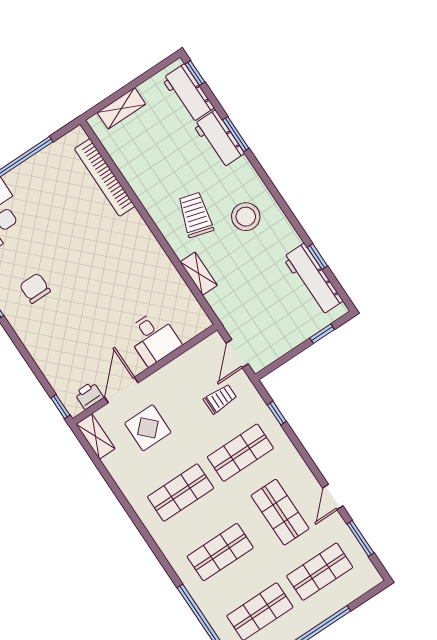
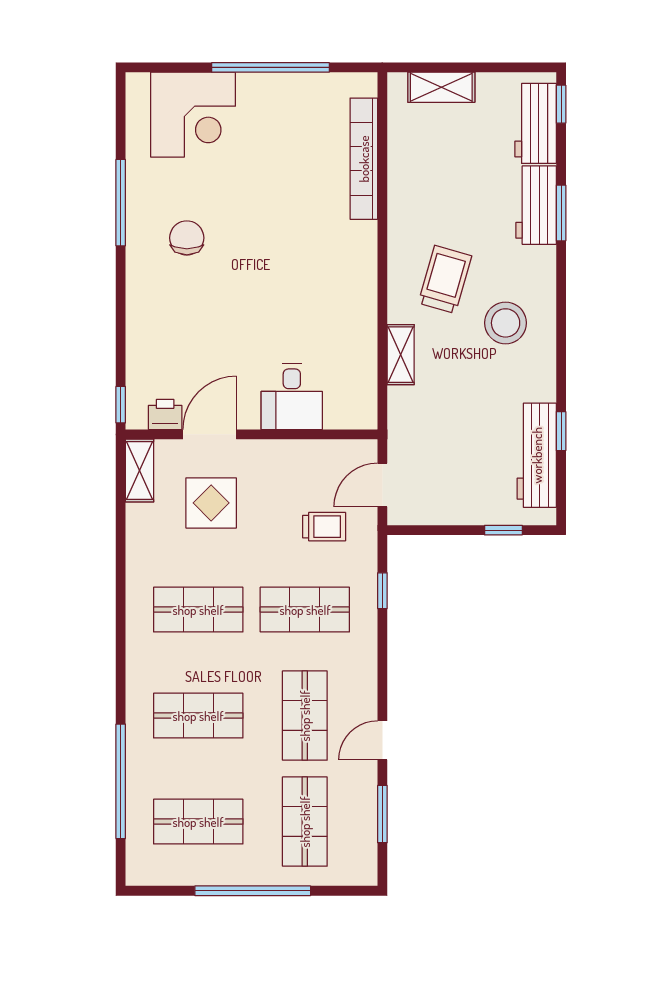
shop shelf: (320, 572) -> (305, 822), turned 90

